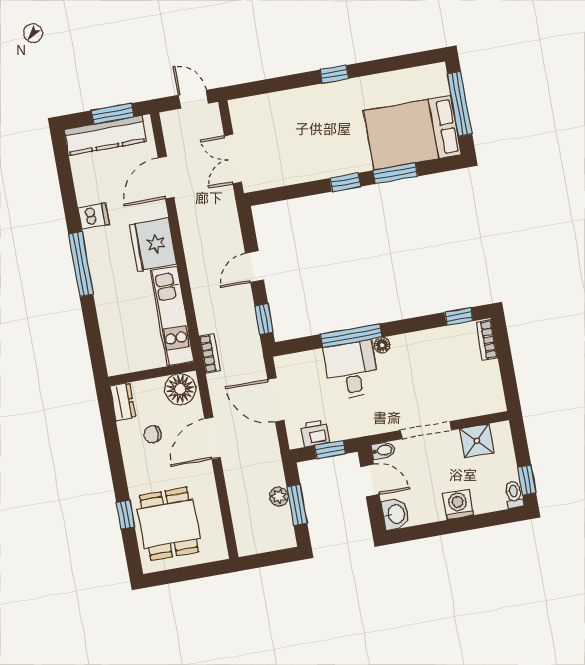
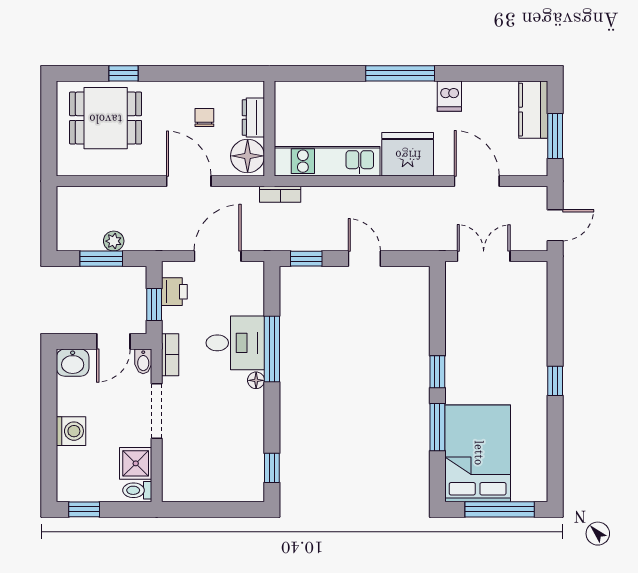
kitchen counter: (105, 135) -> (533, 110), width x0.67
bookcase: (487, 340) -> (170, 355), moved, turned 90
dresser: (123, 402) -> (253, 117), moved, turned 90
toilet: (514, 495) -> (137, 490), moved, turned 180

